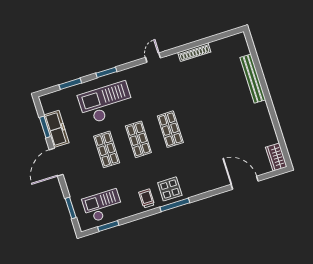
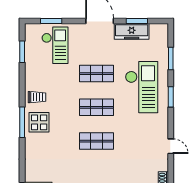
checkout: (103, 206) -> (55, 45), moved

